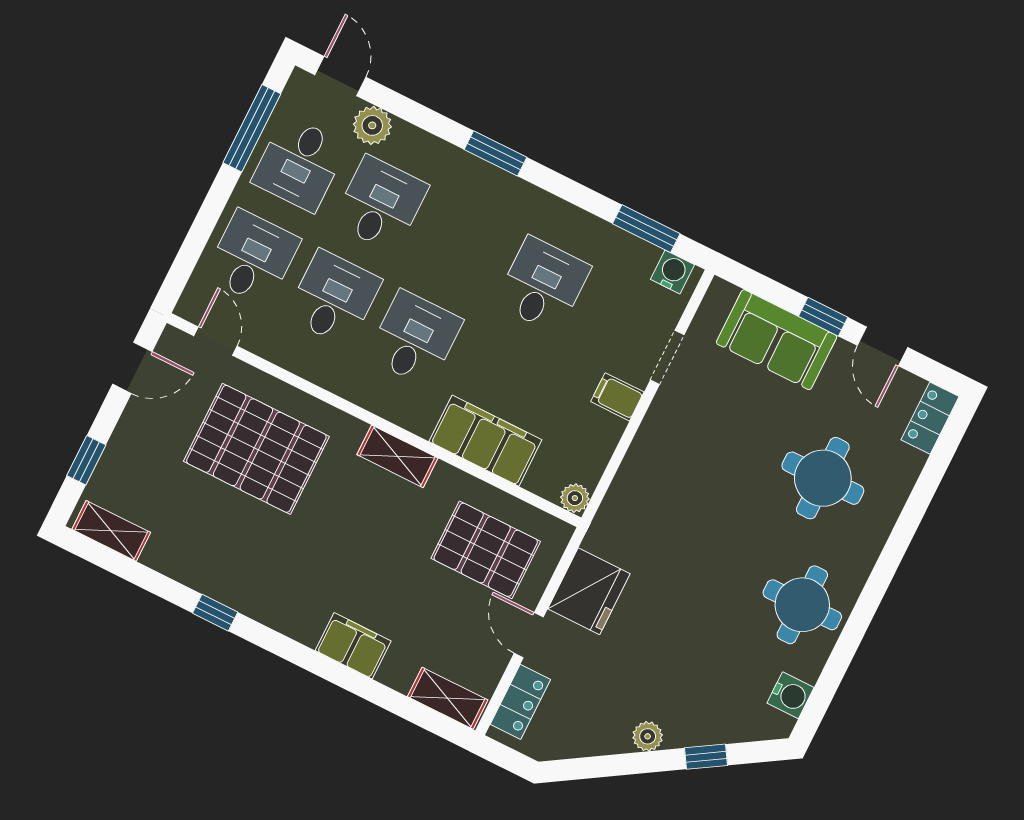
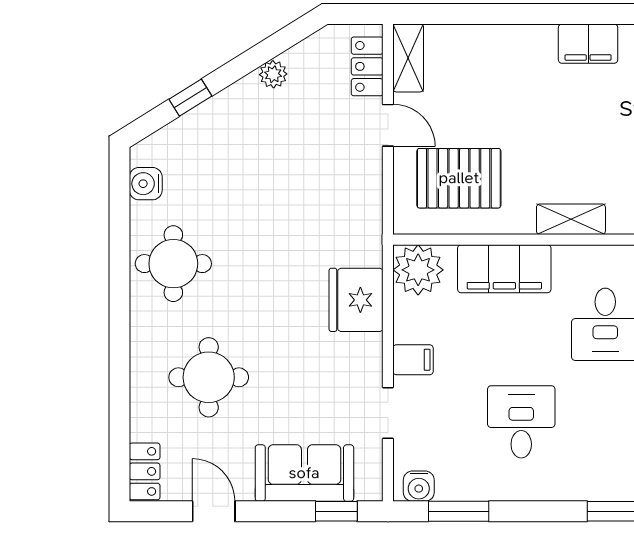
desk: (543, 285) -> (521, 422), turned 180
window: (823, 317) -> (336, 511), moved
plant: (575, 498) -> (418, 270), width x1.87, depth x1.87
fridge: (589, 591) -> (356, 300), moved
filing cabinet: (353, 646) -> (588, 44), moved
shelving: (448, 698) -> (408, 58), moved, turned 90
plant: (648, 736) -> (273, 74), moved

